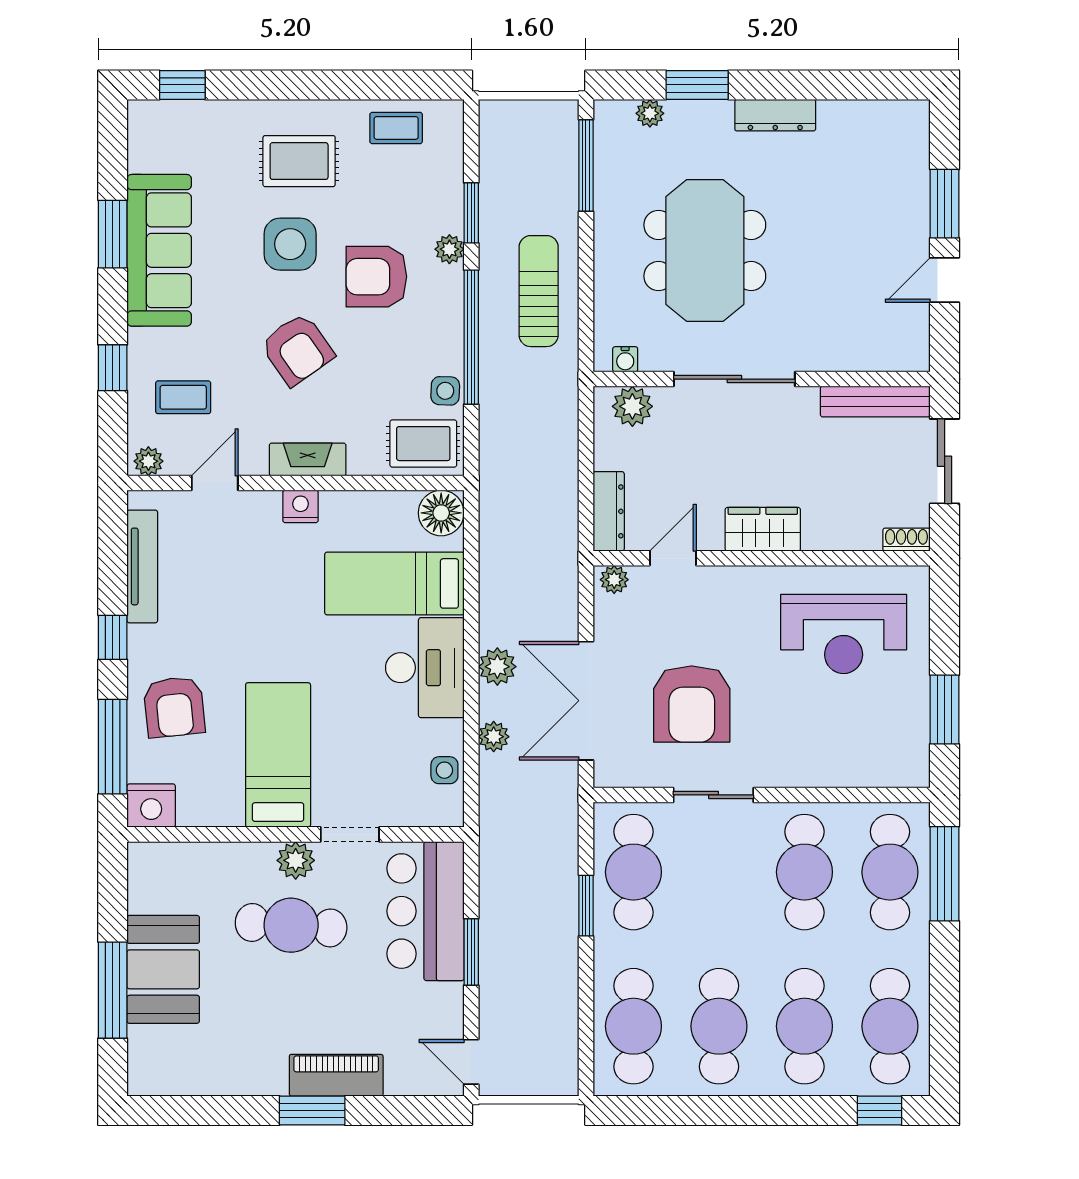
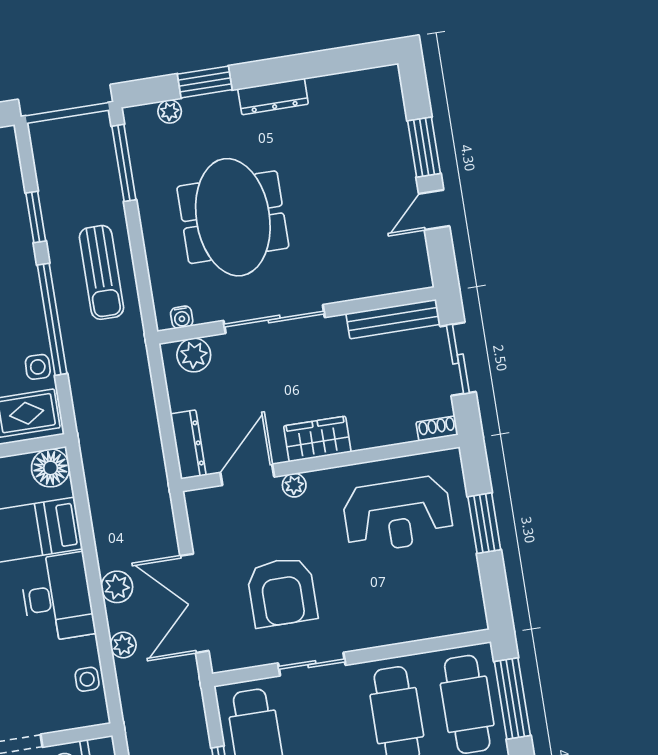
plant: (449, 249) -> (23, 250), removed
sun lounger: (539, 291) -> (101, 272), turned 180
door: (673, 558) -> (247, 475), width x1.38
plant: (614, 580) -> (294, 485), moved
window: (945, 709) -> (484, 523), moved

